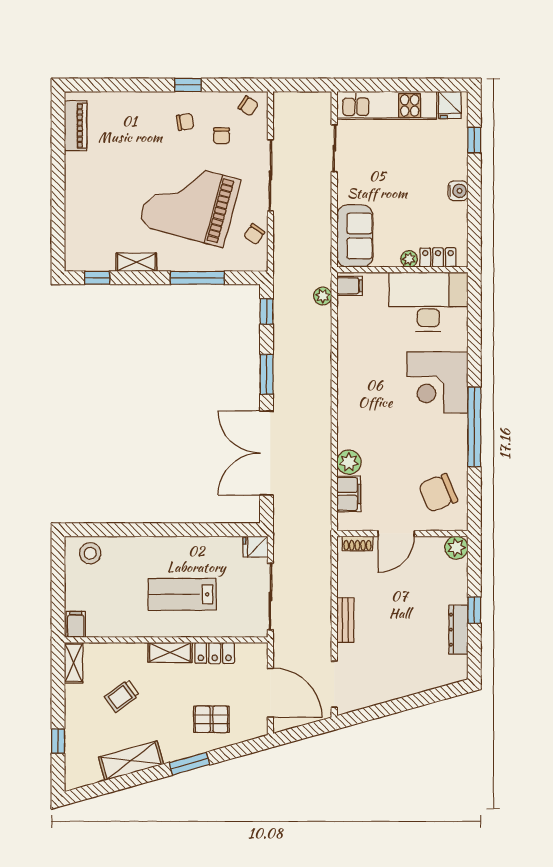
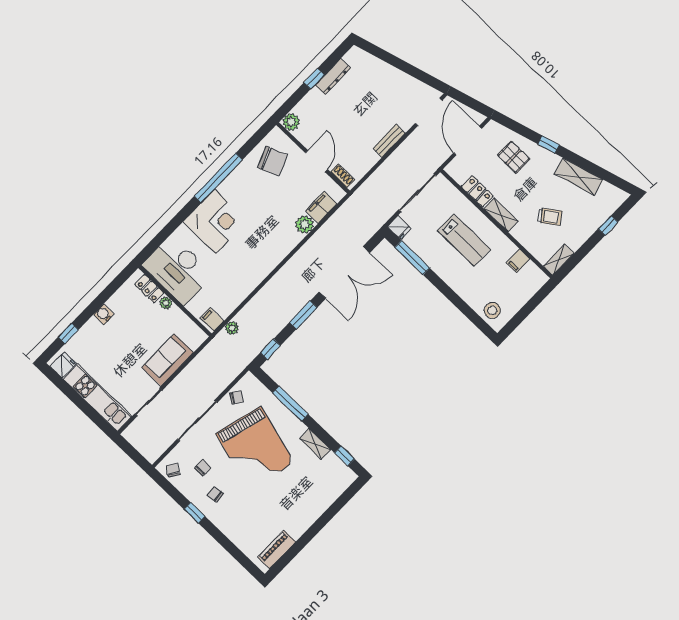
sofa: (355, 236) -> (168, 360), moved
window: (216, 530) -> (412, 258), added
door: (396, 534) -> (316, 161), hinge flipped
filing cabinet: (76, 624) -> (518, 261), moved
window: (190, 764) -> (549, 145), width x0.67

